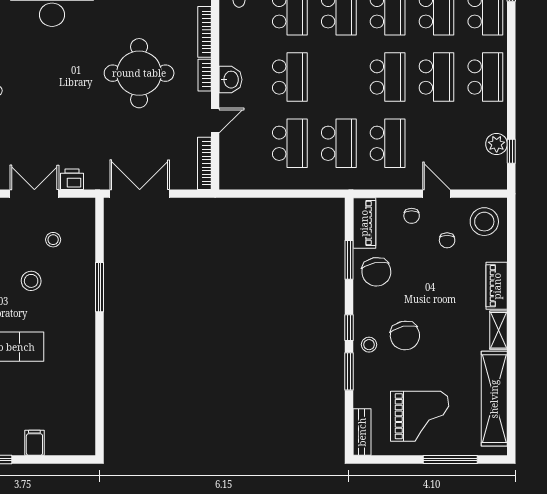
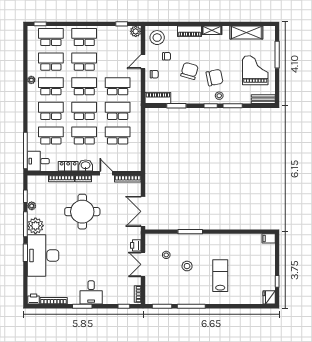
locker: (229, 45) -> (68, 166), added
school desk: (339, 77) -> (84, 111), added
plant: (497, 144) -> (136, 31), moved
chair: (376, 272) -> (189, 71), moved, turned -63
shelving: (494, 399) -> (246, 32), width x0.68
filing cabinet: (34, 443) -> (269, 238), moved

